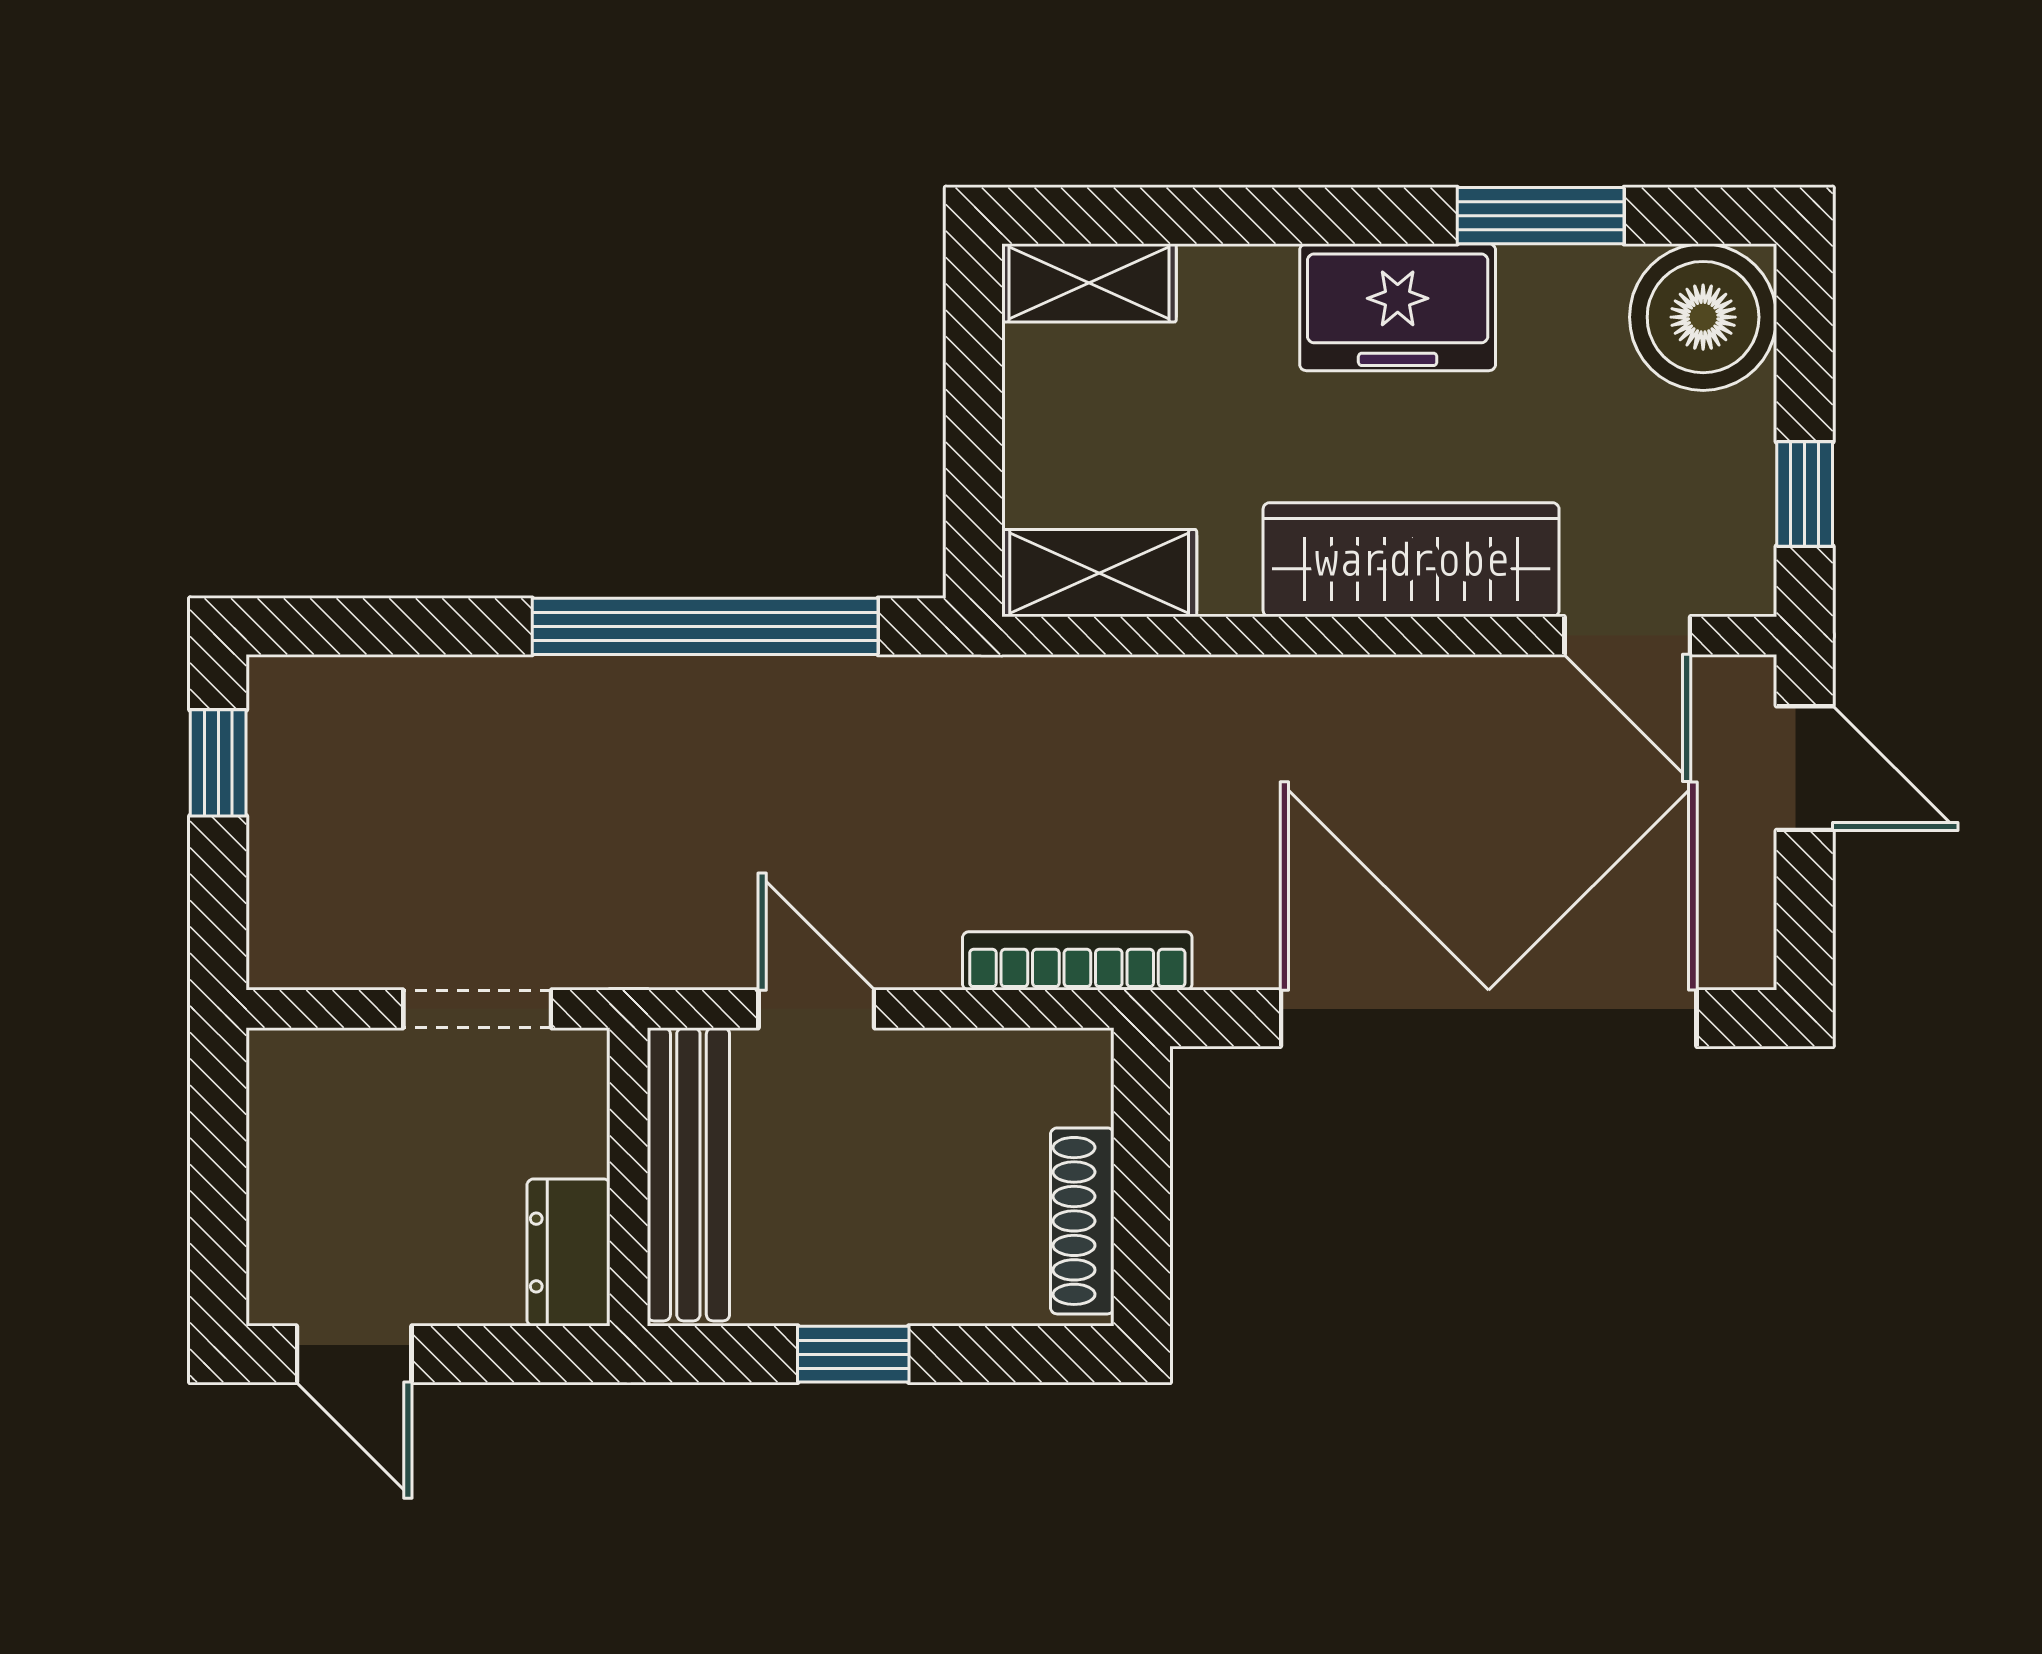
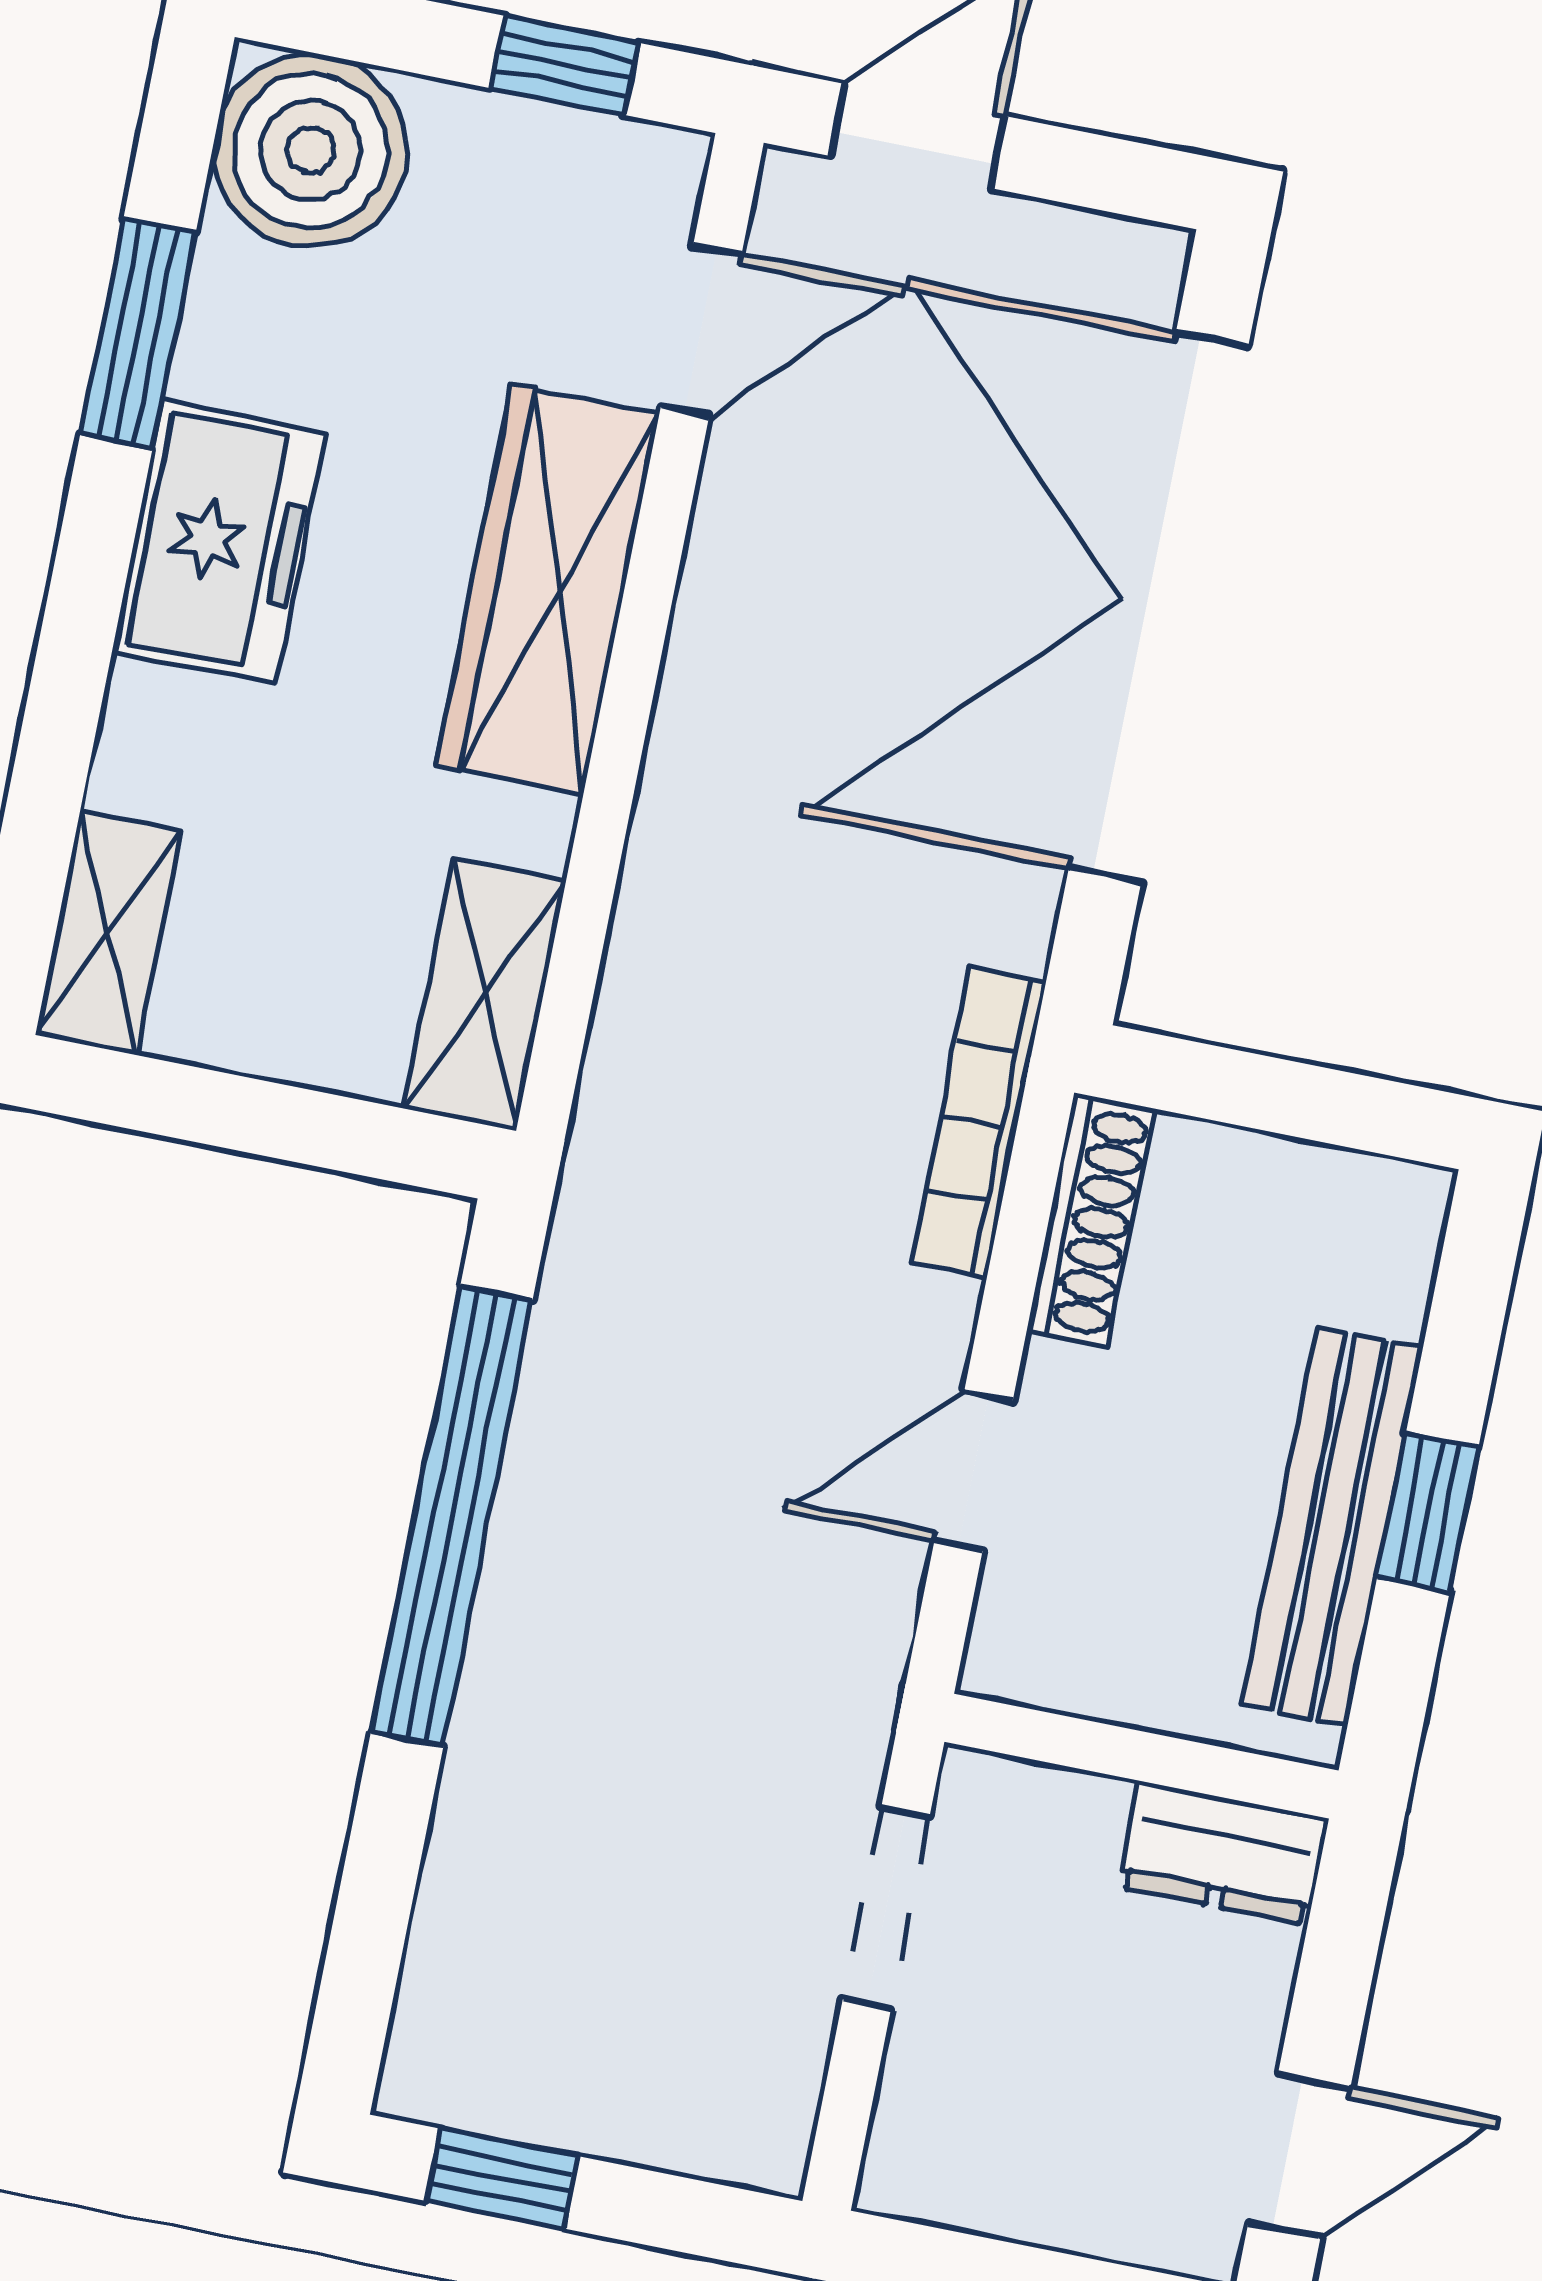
bench: (688, 1174) -> (1332, 1527), moved, turned 90
shoe rack: (1082, 1221) -> (1091, 1221), moved, turned -90

